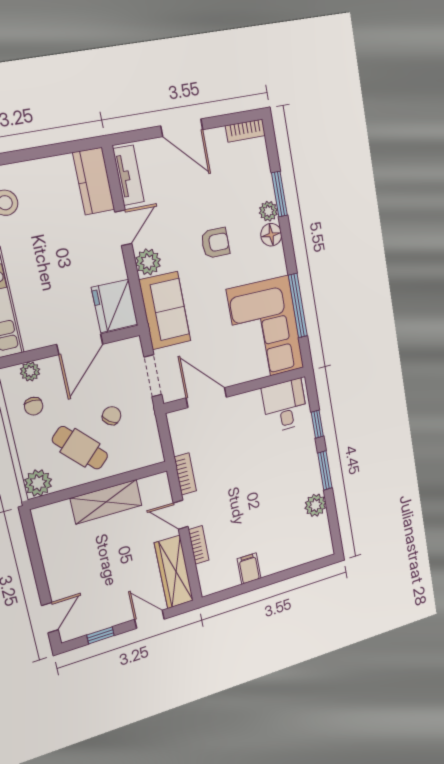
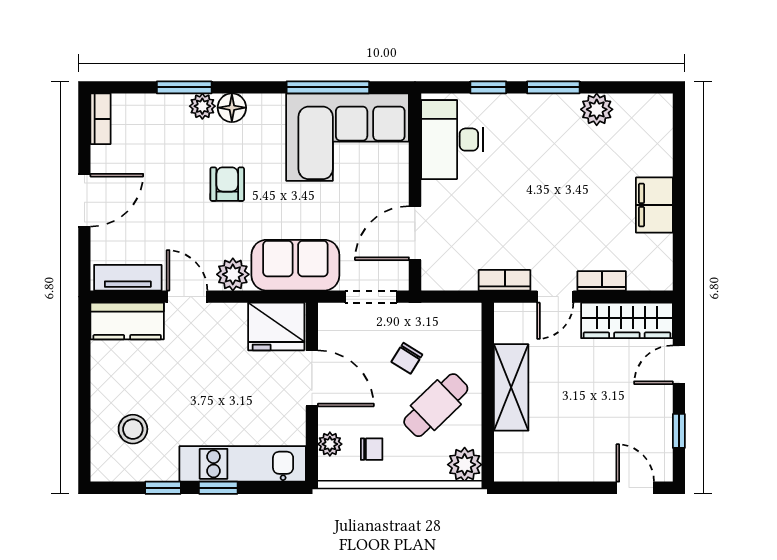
desk: (285, 406) -> (452, 140), width x1.37
chair: (112, 416) -> (407, 358), turned -95
filing cabinet: (249, 569) -> (654, 205), width x2.00

